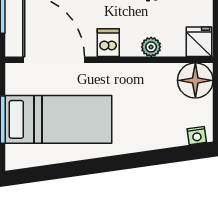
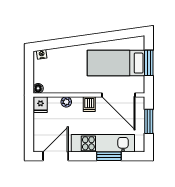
floor lamp: (195, 80) -> (38, 88), width x0.53, depth x0.53

